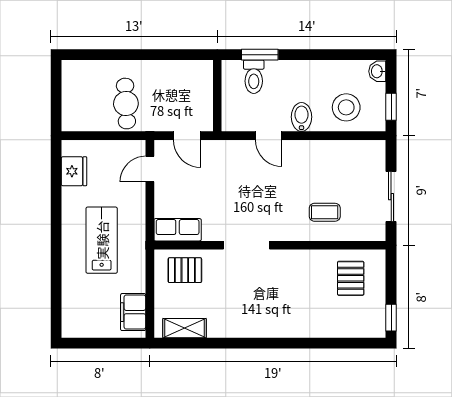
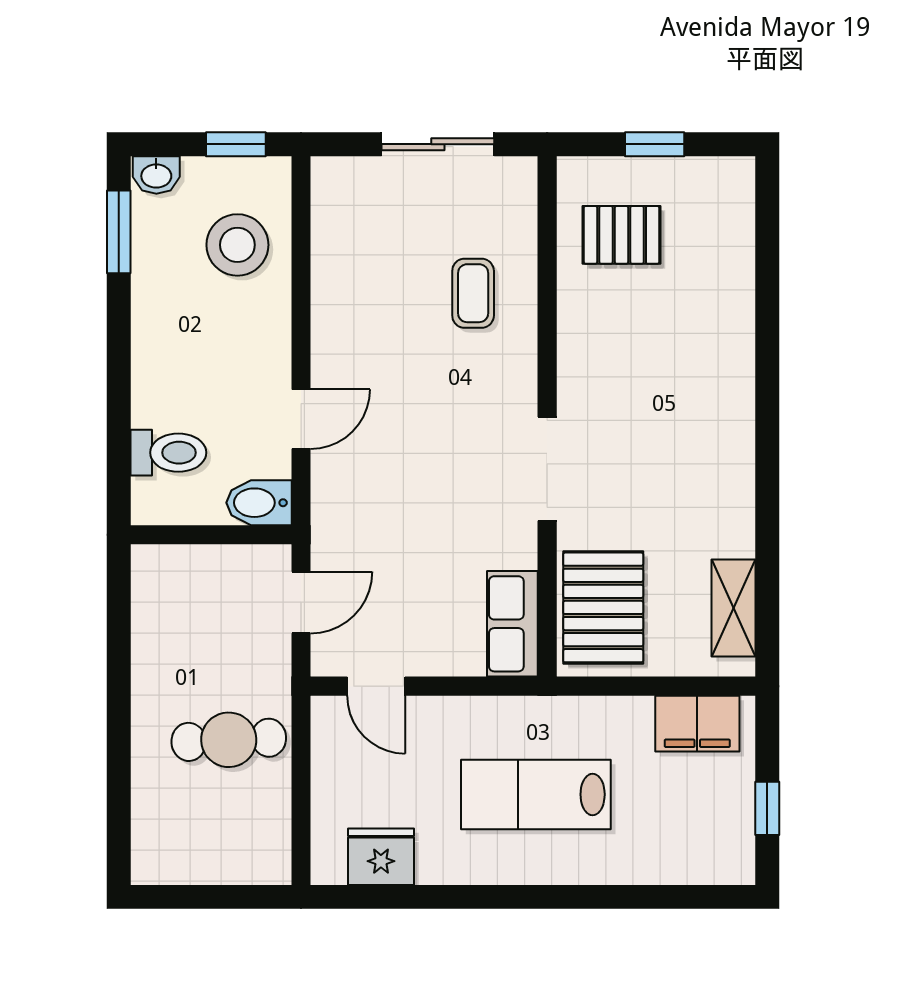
window: (260, 55) -> (119, 232), moved
bidet: (302, 117) -> (259, 503), moved
pallet: (185, 270) -> (603, 607), width x1.50, depth x1.42
window: (391, 318) -> (655, 144), moved
window: (95, 343) -> (767, 808), added

